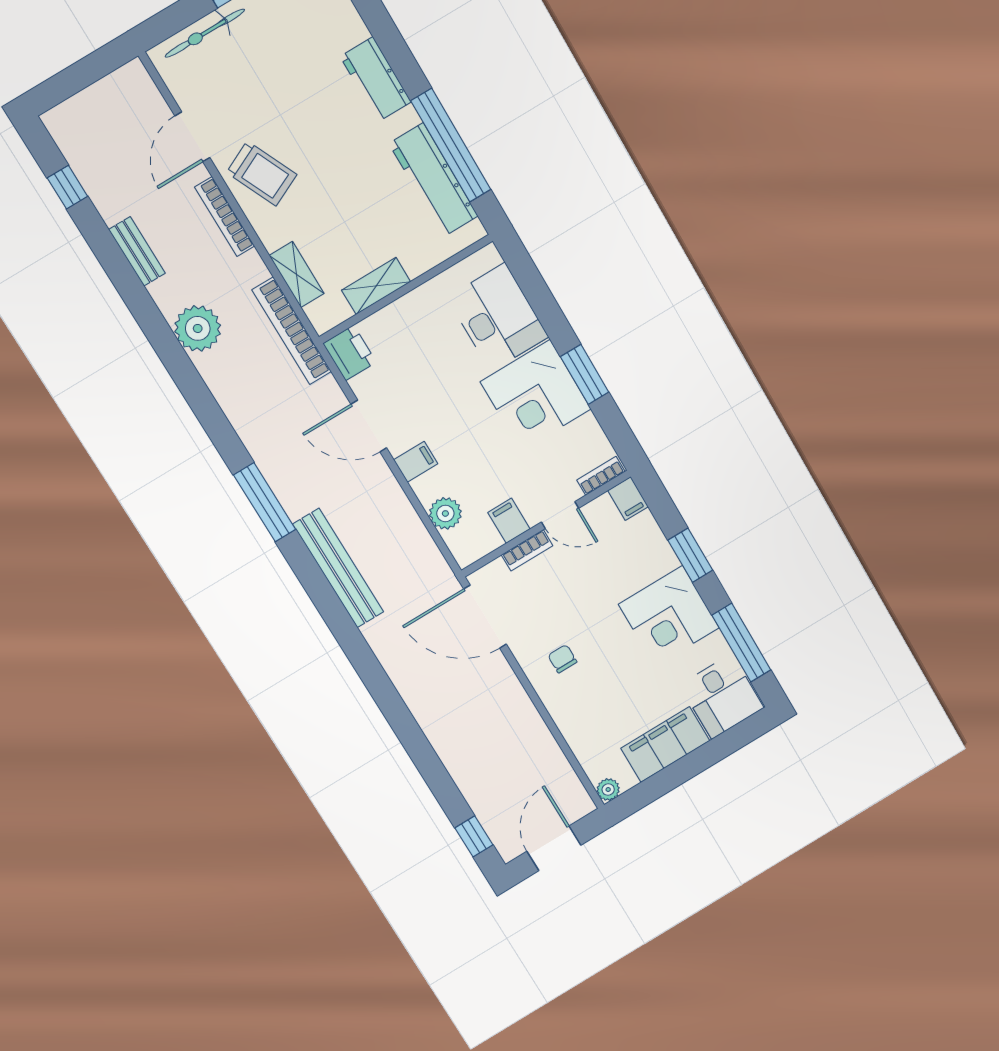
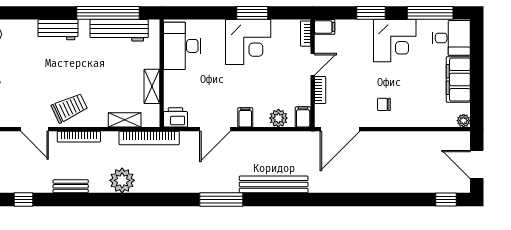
desk: (498, 317) -> (182, 46), moved, turned -90
filing cabinet: (509, 521) -> (303, 117), moved, turned 90

